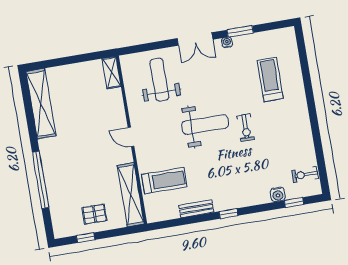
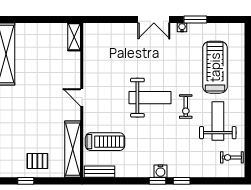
weight bench: (159, 80) -> (218, 121), moved
treadmill: (270, 80) -> (215, 67), width x1.37, depth x1.38
water cooler: (278, 194) -> (160, 171), moved
window: (294, 202) -> (182, 181), moved
bench: (196, 209) -> (99, 172), moved

